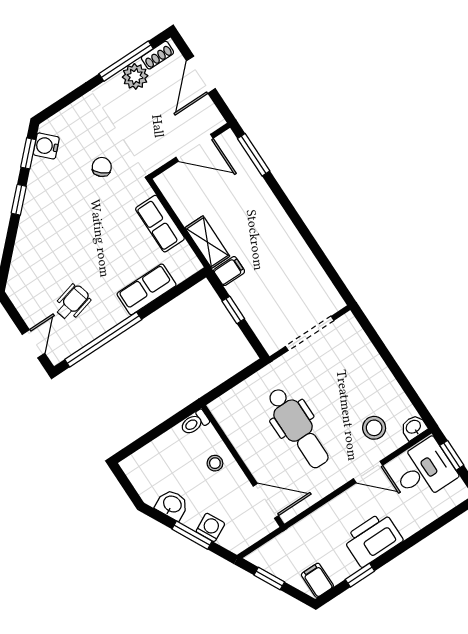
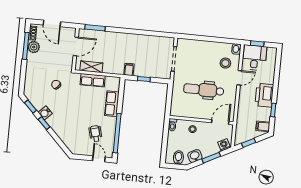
water cooler: (46, 146) -> (45, 113), moved
shelving: (207, 242) -> (91, 67), moved
dental chair: (298, 428) -> (204, 90), turned 180
bidet: (146, 478) -> (178, 158), added
washing machine: (210, 527) -> (224, 145), moved

